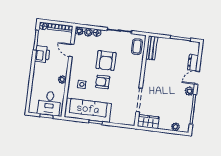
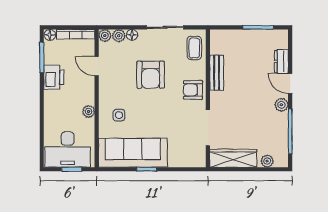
bench: (152, 48) -> (217, 73), moved
door: (197, 78) -> (290, 83), hinge flipped
armchair: (103, 82) -> (193, 90), moved
desk: (49, 103) -> (68, 150), width x1.37
wardrobe: (148, 122) -> (233, 158), width x1.50

